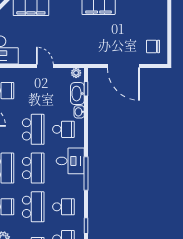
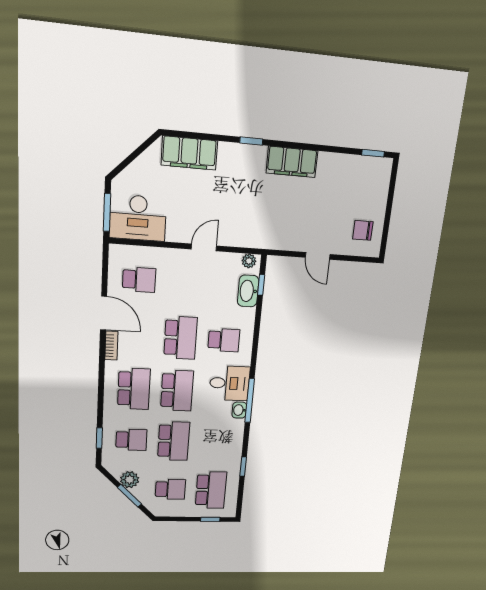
door: (45, 66) -> (204, 248), hinge flipped
door: (123, 66) -> (318, 256), width x0.53
washbasin: (79, 112) -> (239, 410), moved
school desk: (63, 207) -> (215, 442), removed

